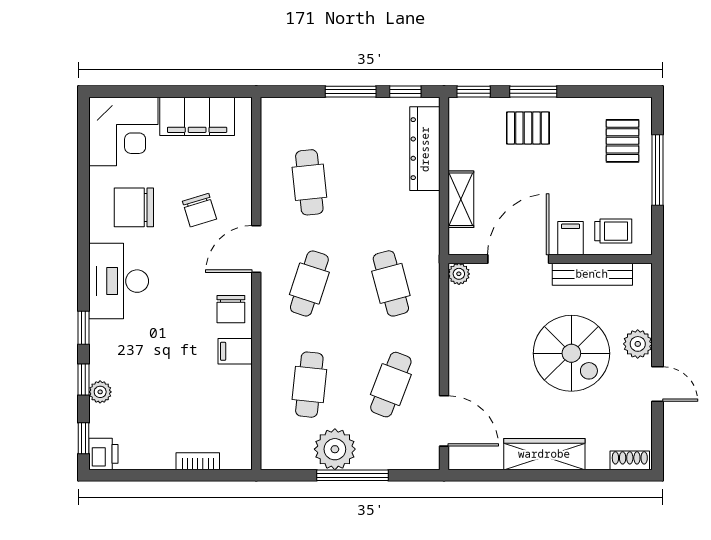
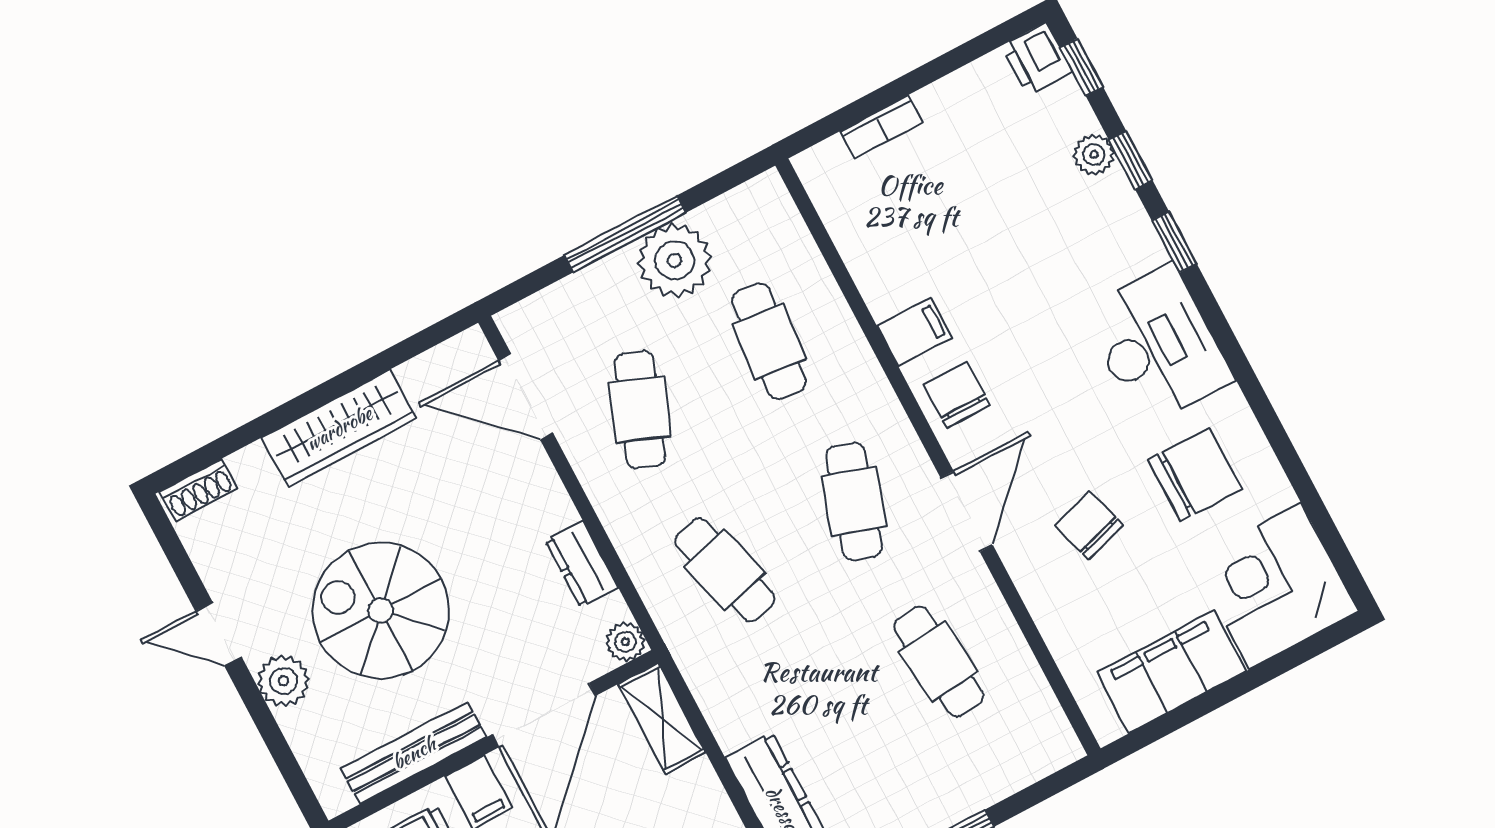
shelving: (461, 199) -> (662, 718), moved
dresser: (460, 324) -> (582, 564), added

